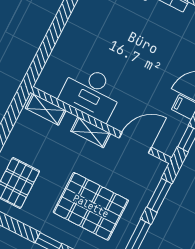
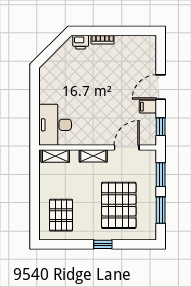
desk: (91, 93) -> (55, 125), moved, turned 90
pallet: (91, 206) -> (119, 205), turned 90

